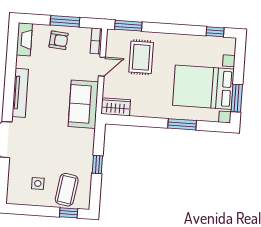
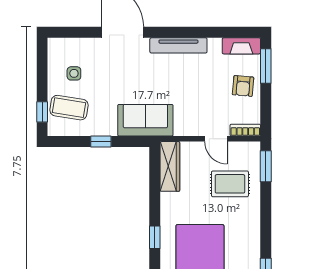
window: (65, 21) -> (266, 66), moved
sofa: (83, 104) -> (145, 120), moved
wardrobe: (116, 107) -> (170, 166), width x1.50
window: (182, 124) -> (155, 237), width x0.67

